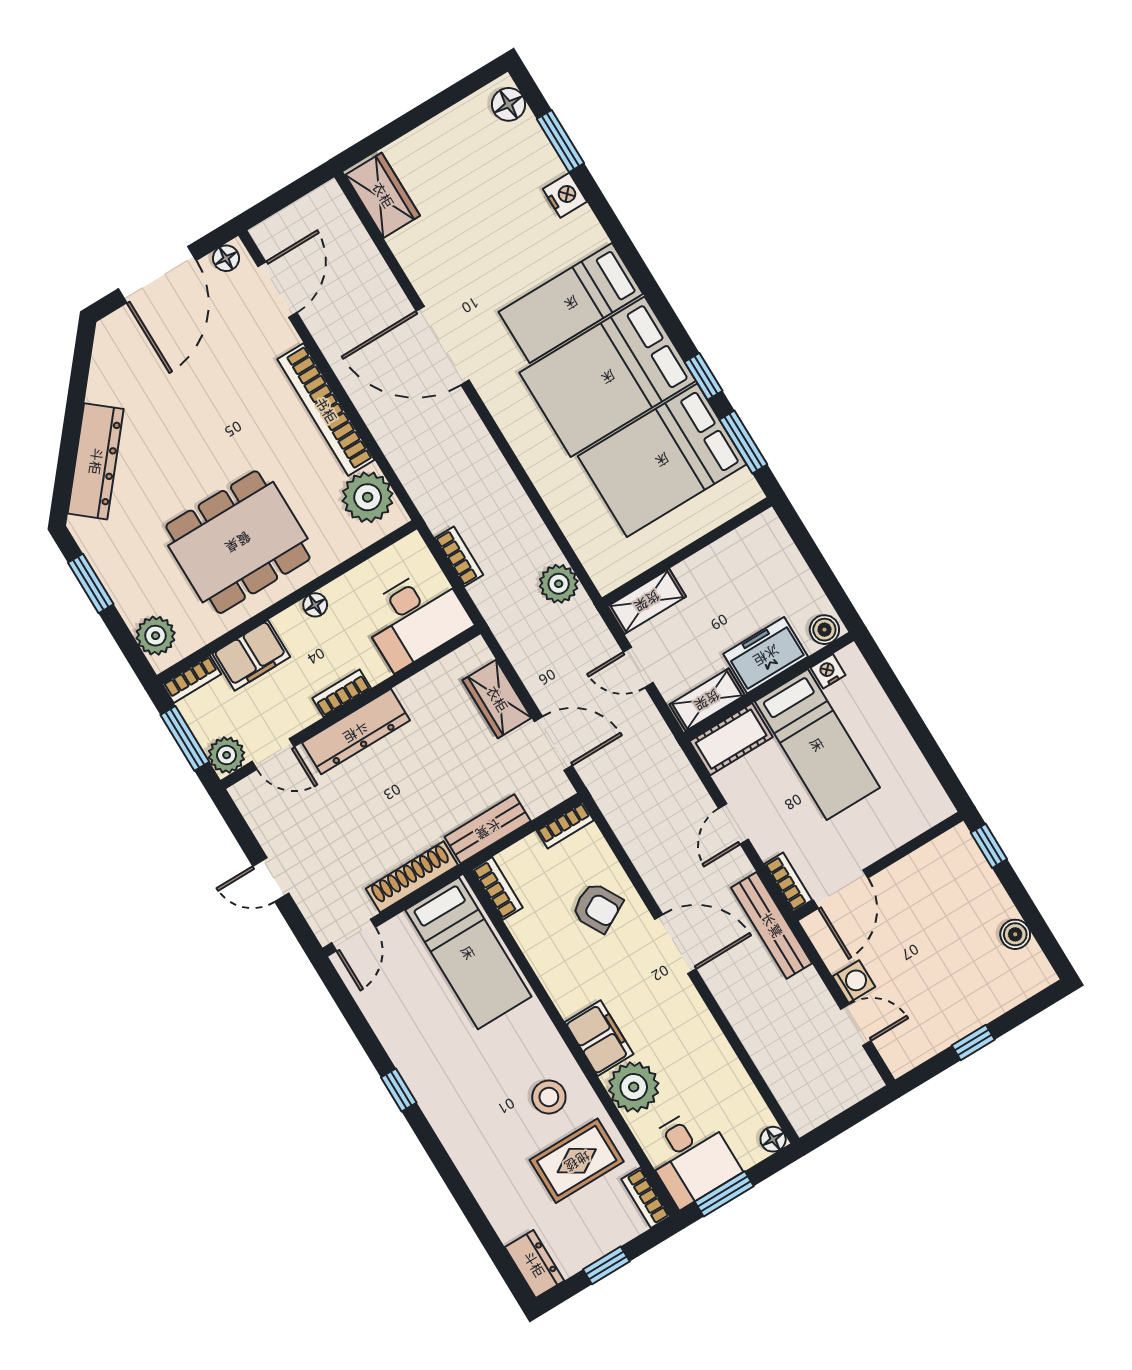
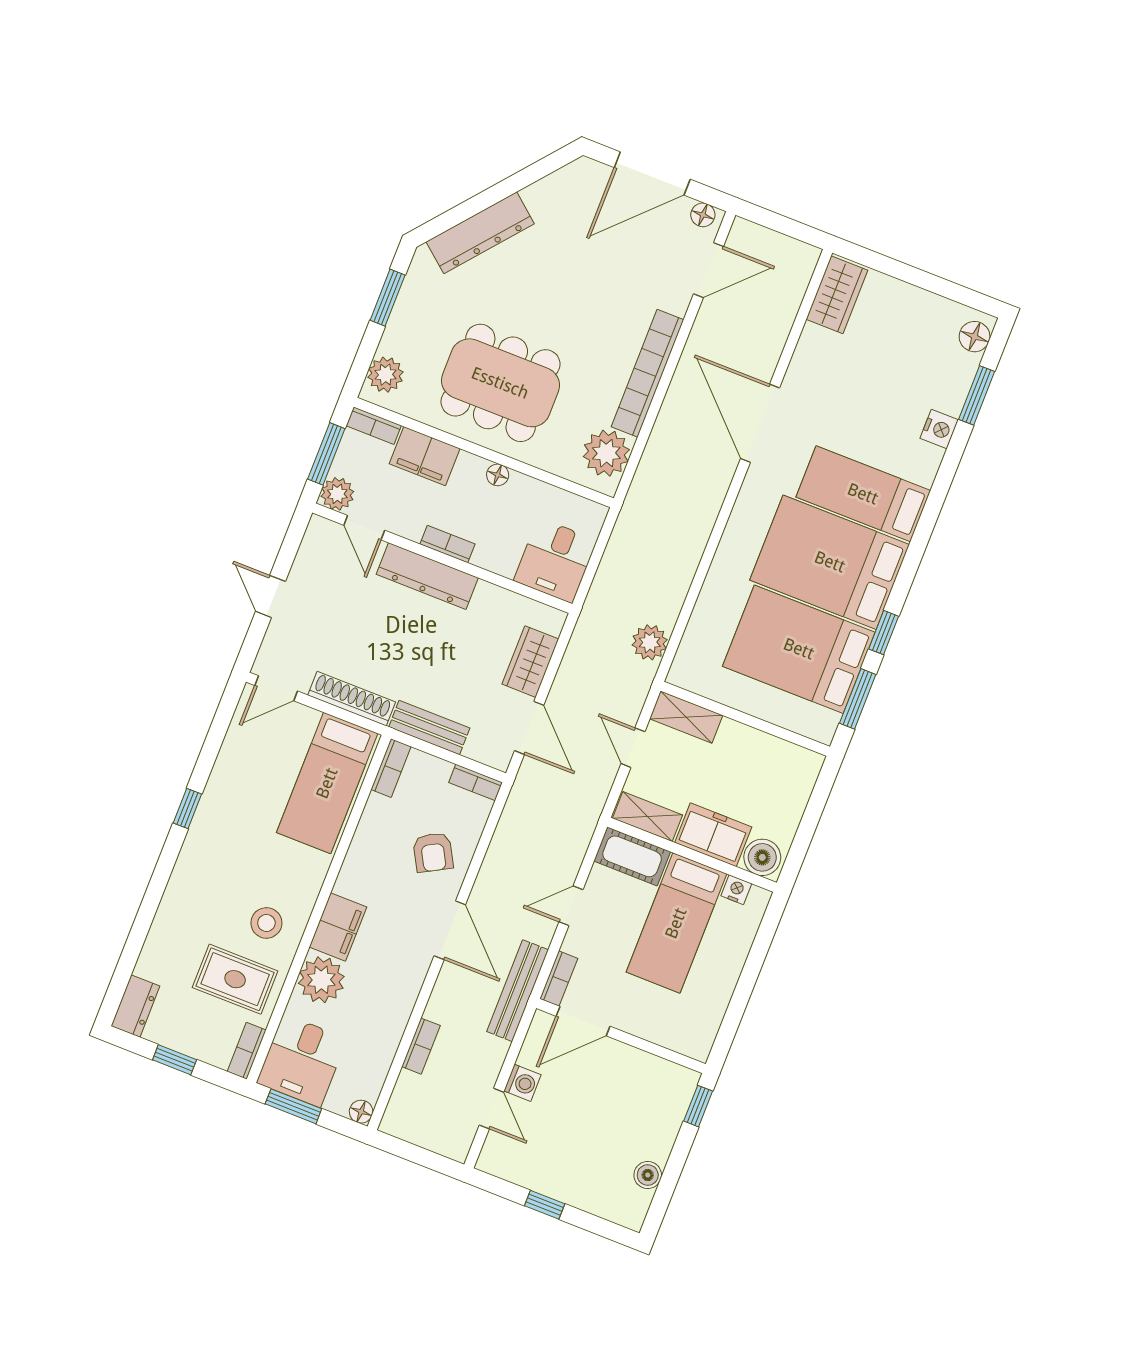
bookcase: (459, 556) -> (421, 1046), moved
desk: (415, 618) -> (555, 560), width x0.73
boiler: (824, 630) -> (762, 857), width x1.36, depth x1.36

